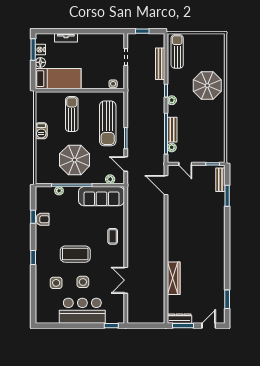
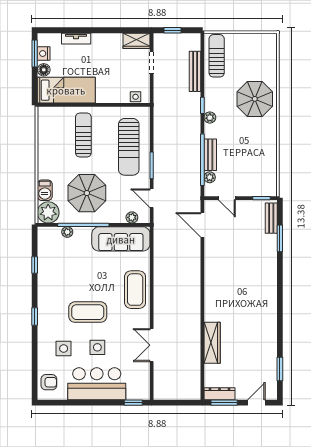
wardrobe: (114, 40) -> (136, 41), added
barbecue: (41, 131) -> (45, 190), moved
plant: (44, 175) -> (48, 212), added
armchair: (43, 219) -> (49, 382), moved
coffee table: (113, 236) -> (135, 290), width x1.86, depth x1.72

